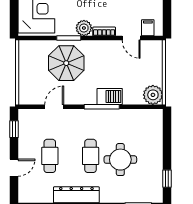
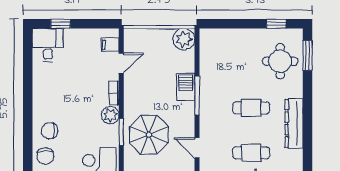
round table: (120, 160) -> (280, 61), moved

